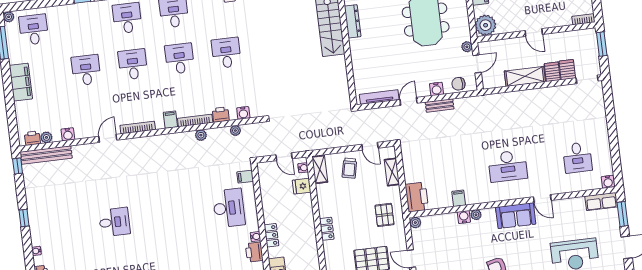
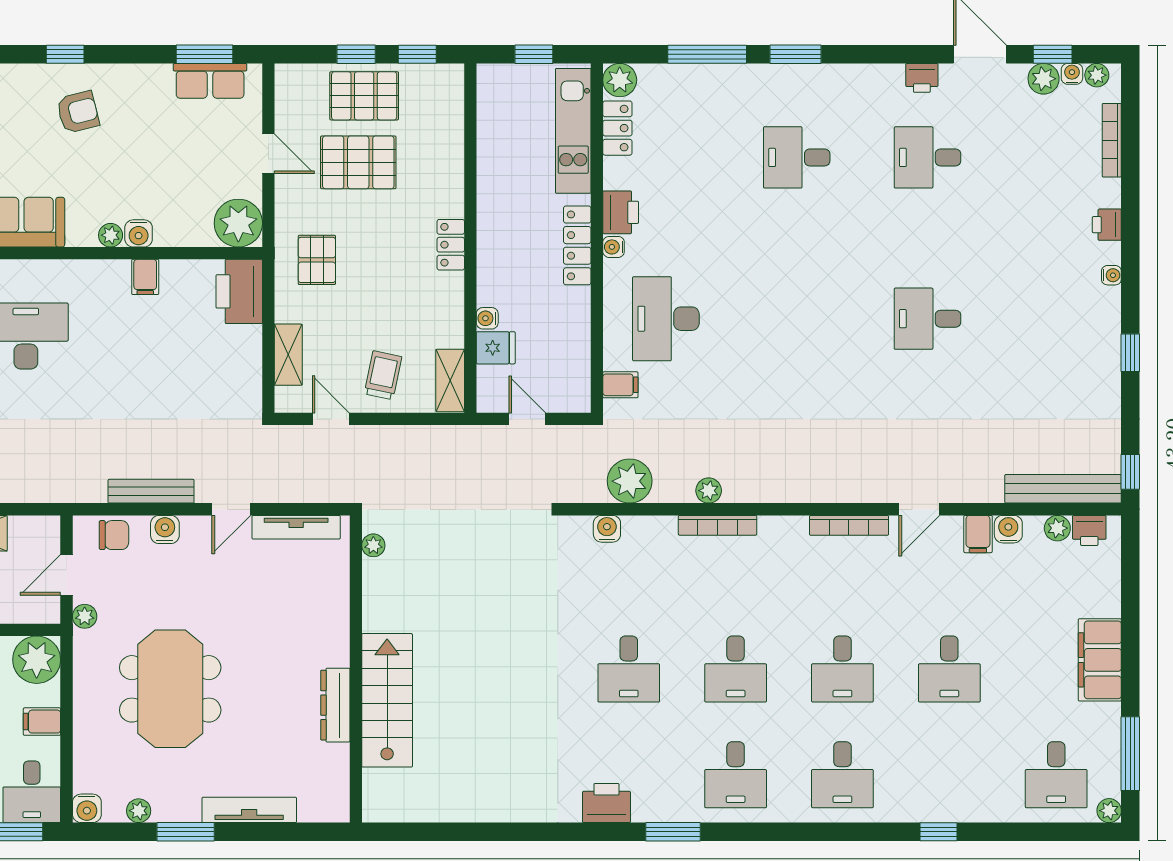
plant: (345, 93) -> (373, 545), added
bench: (440, 106) -> (151, 491), width x1.36
printer: (221, 115) -> (658, 531), removed
filing cabinet: (170, 120) -> (978, 534), moved
plant: (235, 131) -> (630, 481), width x1.88, depth x1.88
water cooler: (303, 168) -> (487, 318), moved
plant: (415, 223) -> (238, 223), width x1.88, depth x1.88
locker: (271, 235) -> (577, 245), width x1.53

